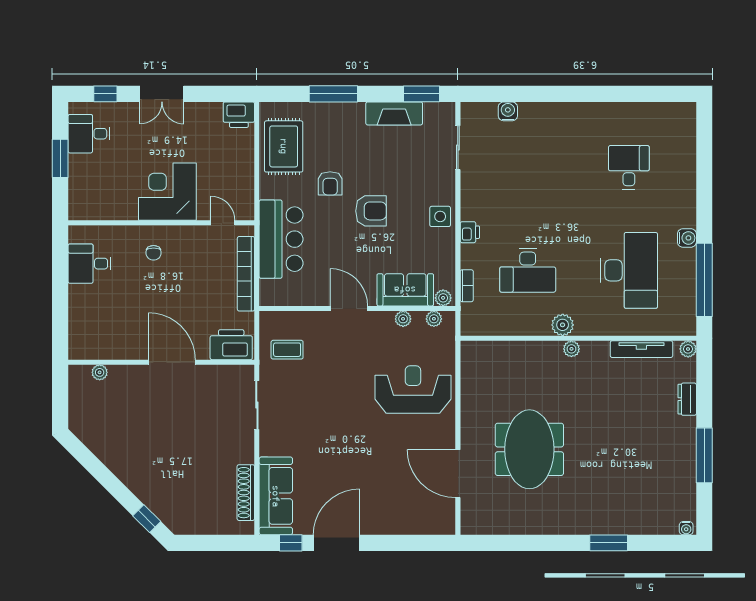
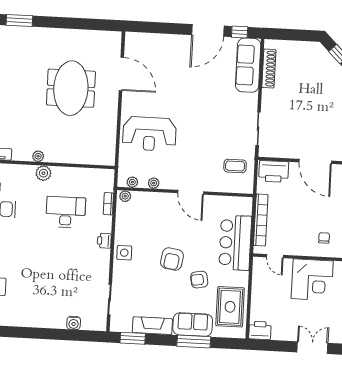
armchair: (330, 183) -> (199, 280), turned -100
armchair: (371, 211) -> (172, 259), turned -81
sofa: (405, 290) -> (193, 325), moved, turned 180

